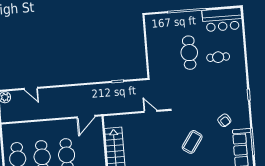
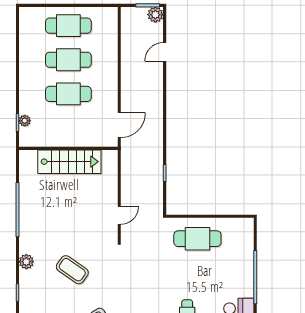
cafe table: (189, 53) -> (197, 239), moved
door: (86, 117) -> (119, 125), swing flipped

